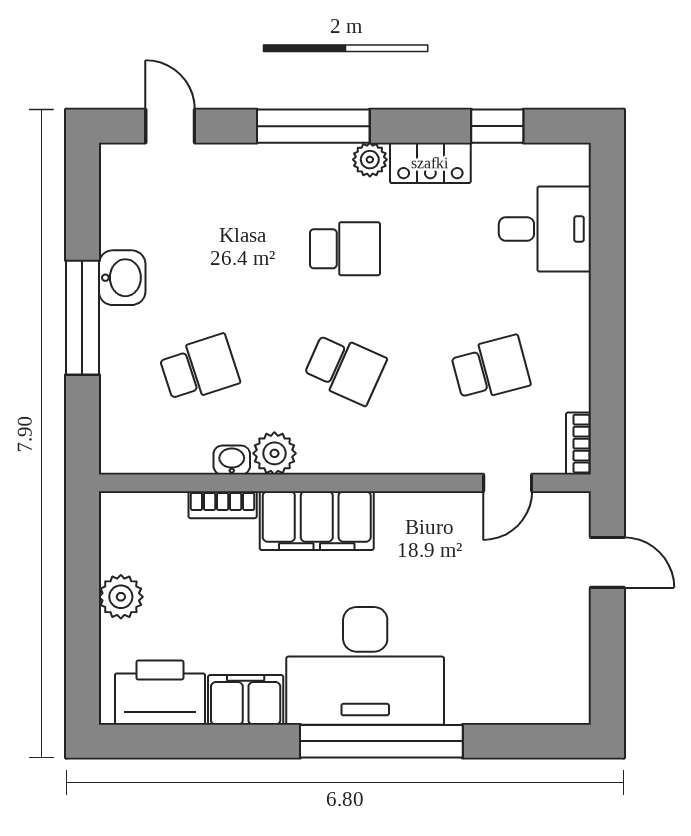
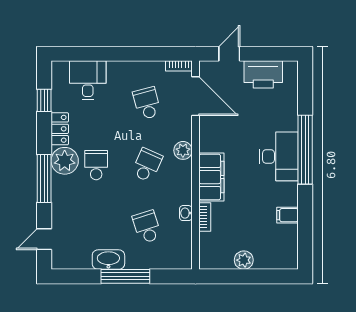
plant: (370, 160) -> (65, 161), width x1.88, depth x1.88
washbasin: (122, 278) -> (108, 260), width x1.38
plant: (274, 453) -> (183, 150), moved
door: (508, 483) -> (195, 96), width x1.88
desk: (365, 666) -> (279, 156), width x0.73, depth x0.77
printer: (160, 693) -> (263, 74), moved, turned -90
filing cabinet: (246, 700) -> (288, 215), width x0.50

